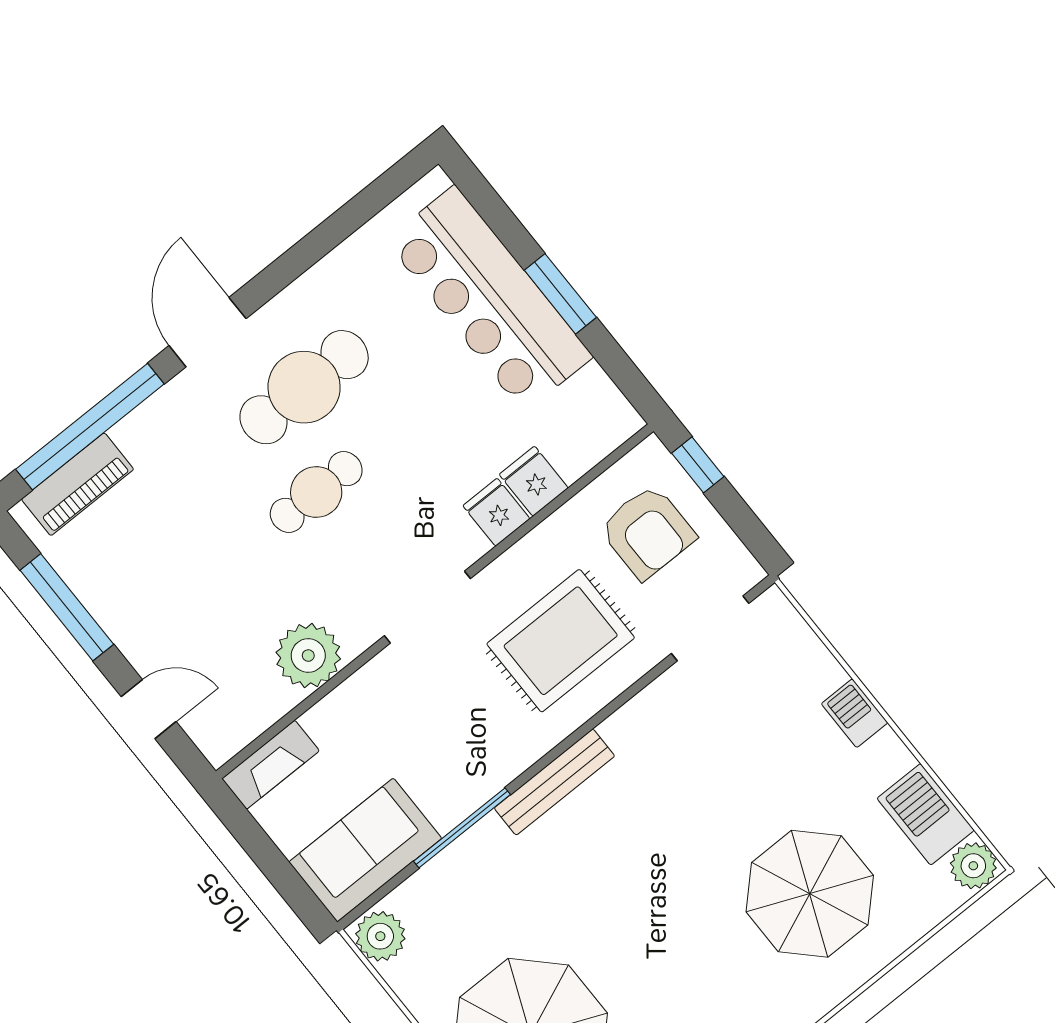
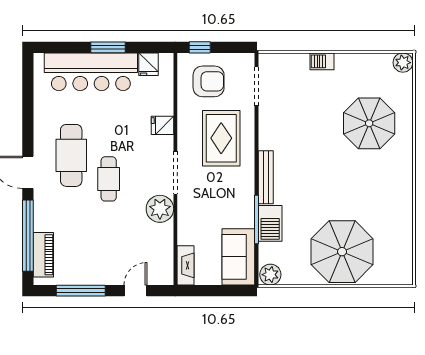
fridge: (534, 481) -> (148, 64), moved, turned -90
plant: (308, 656) -> (160, 209), moved
barbecue: (926, 814) -> (270, 223), moved, turned -90

